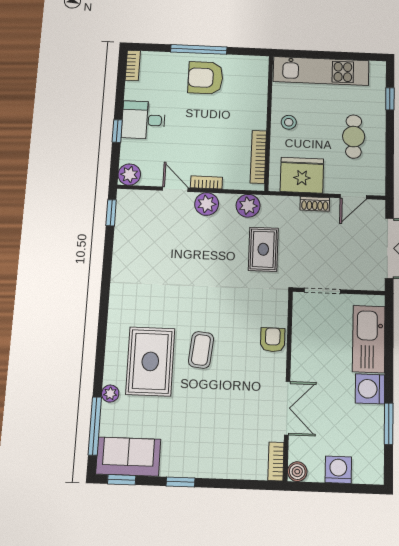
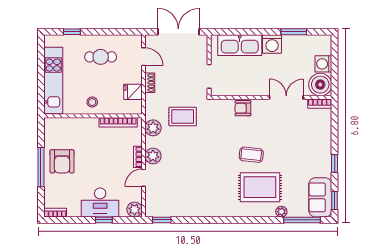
desk: (143, 120) -> (100, 203), width x1.37
fridge: (302, 175) -> (133, 92), width x0.53, depth x0.75
boiler: (297, 472) -> (320, 85), width x1.86, depth x1.86

